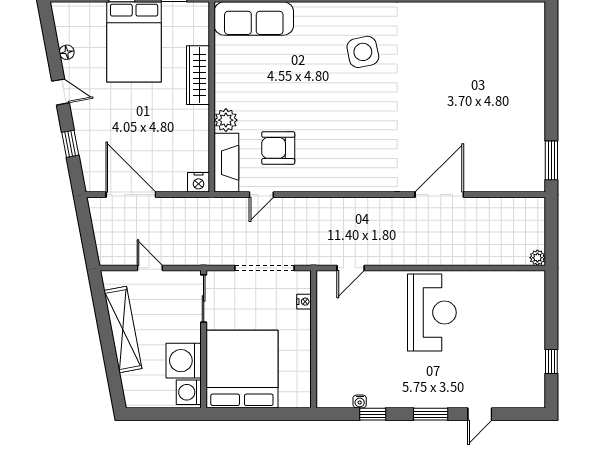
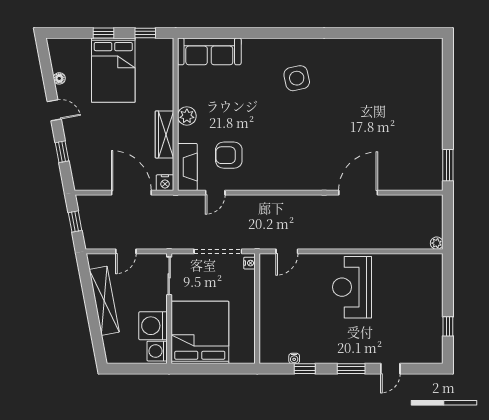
wardrobe: (198, 75) -> (164, 134), moved
plant: (226, 120) -> (187, 116), moved
door: (131, 195) -> (131, 193), moved
window: (86, 231) -> (75, 222), added
door: (150, 268) -> (126, 251), swing flipped
nightstand: (304, 302) -> (250, 263), moved
reception desk: (432, 313) -> (352, 287), turned 180

